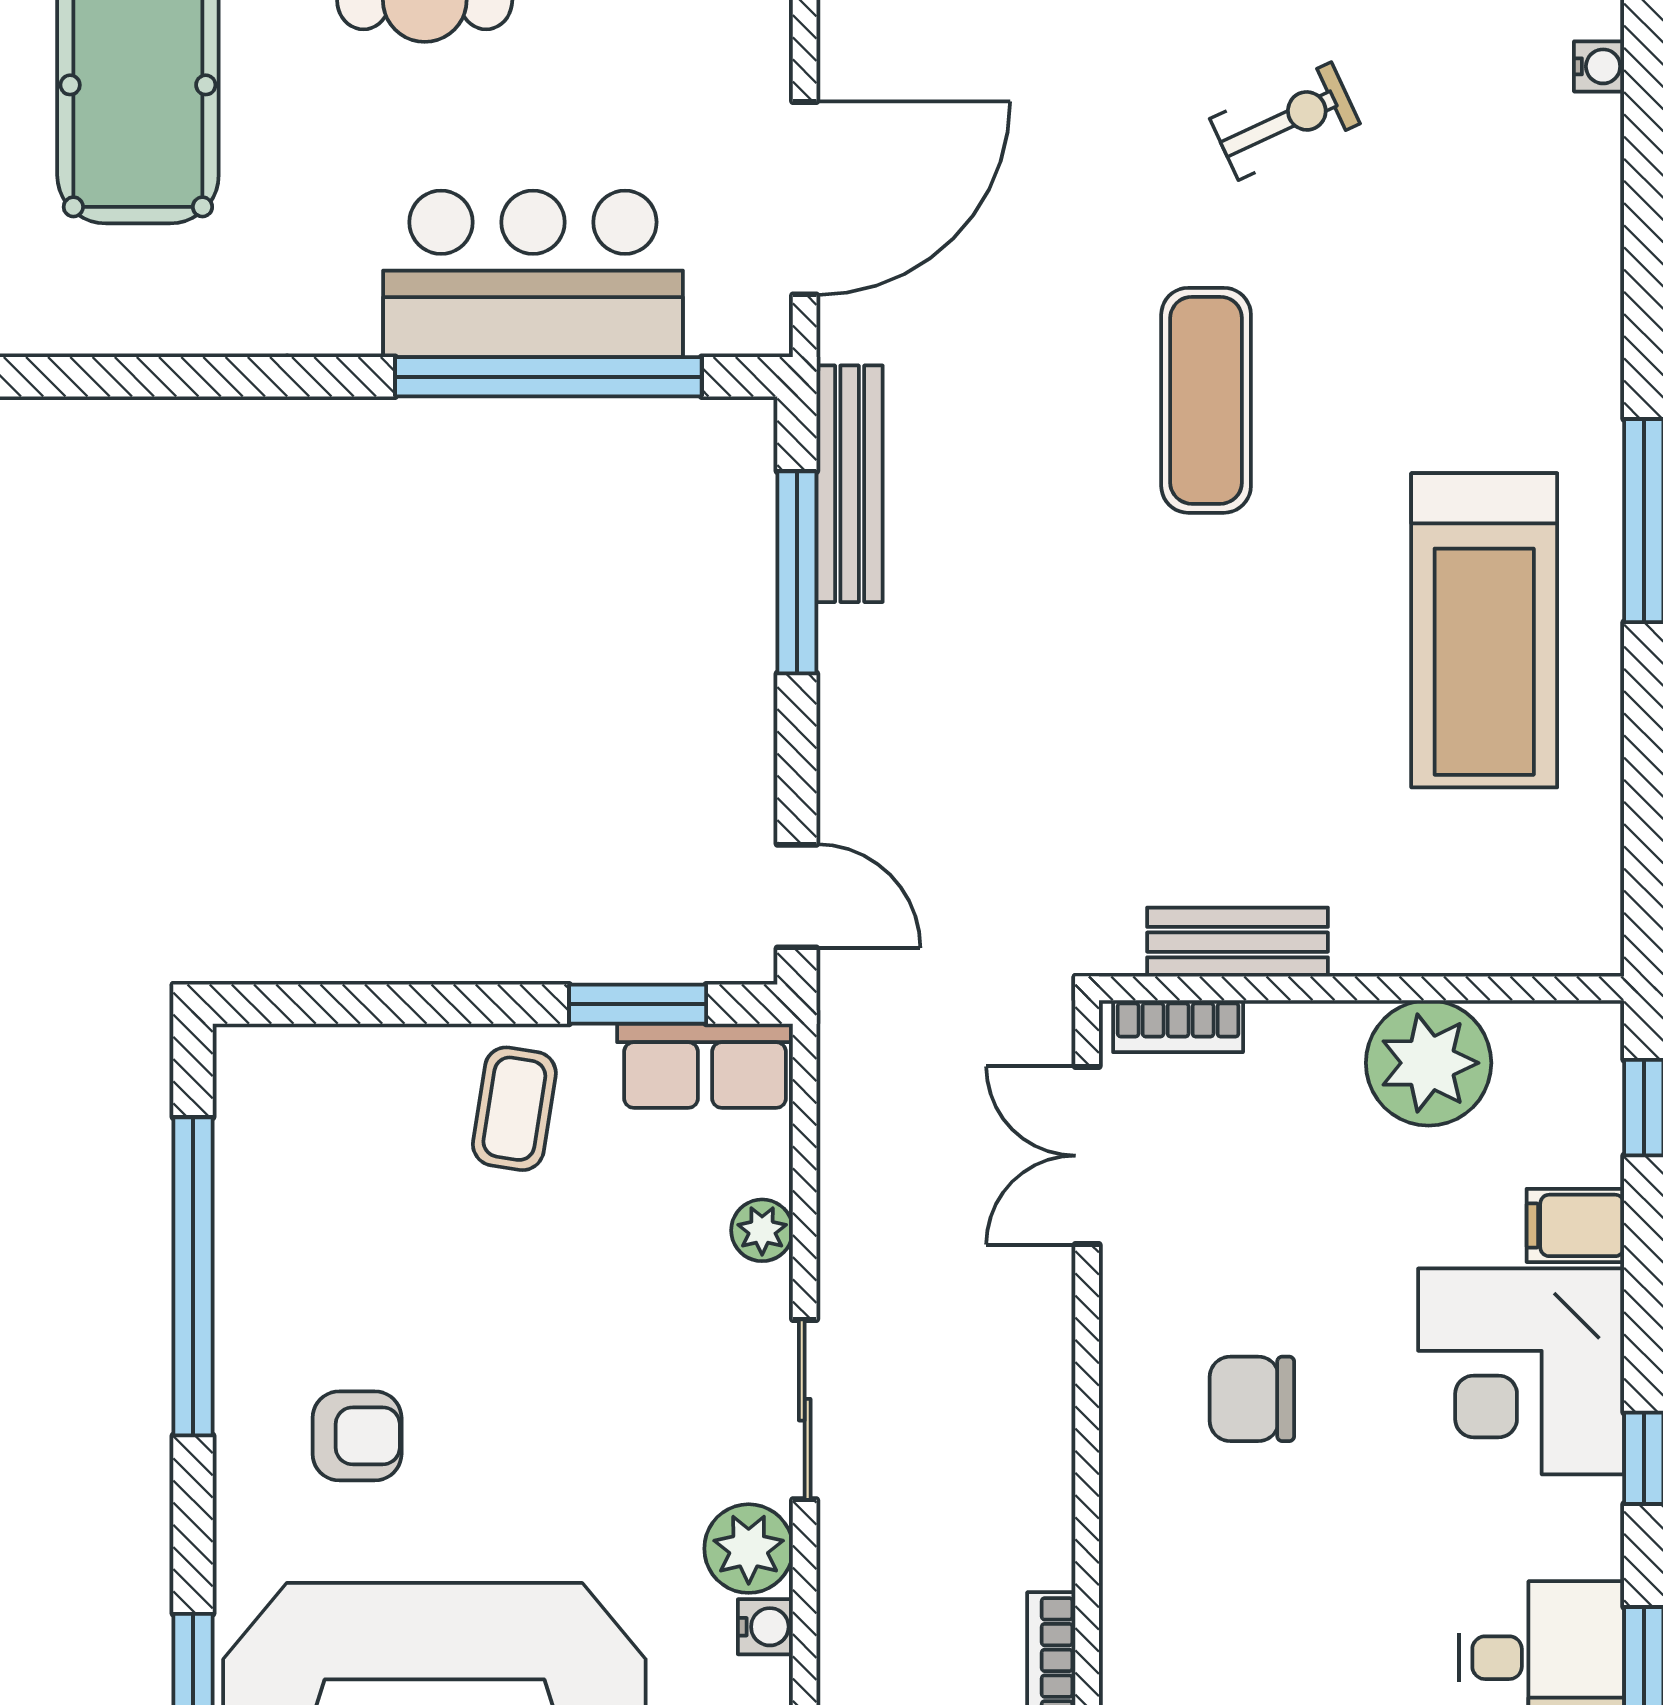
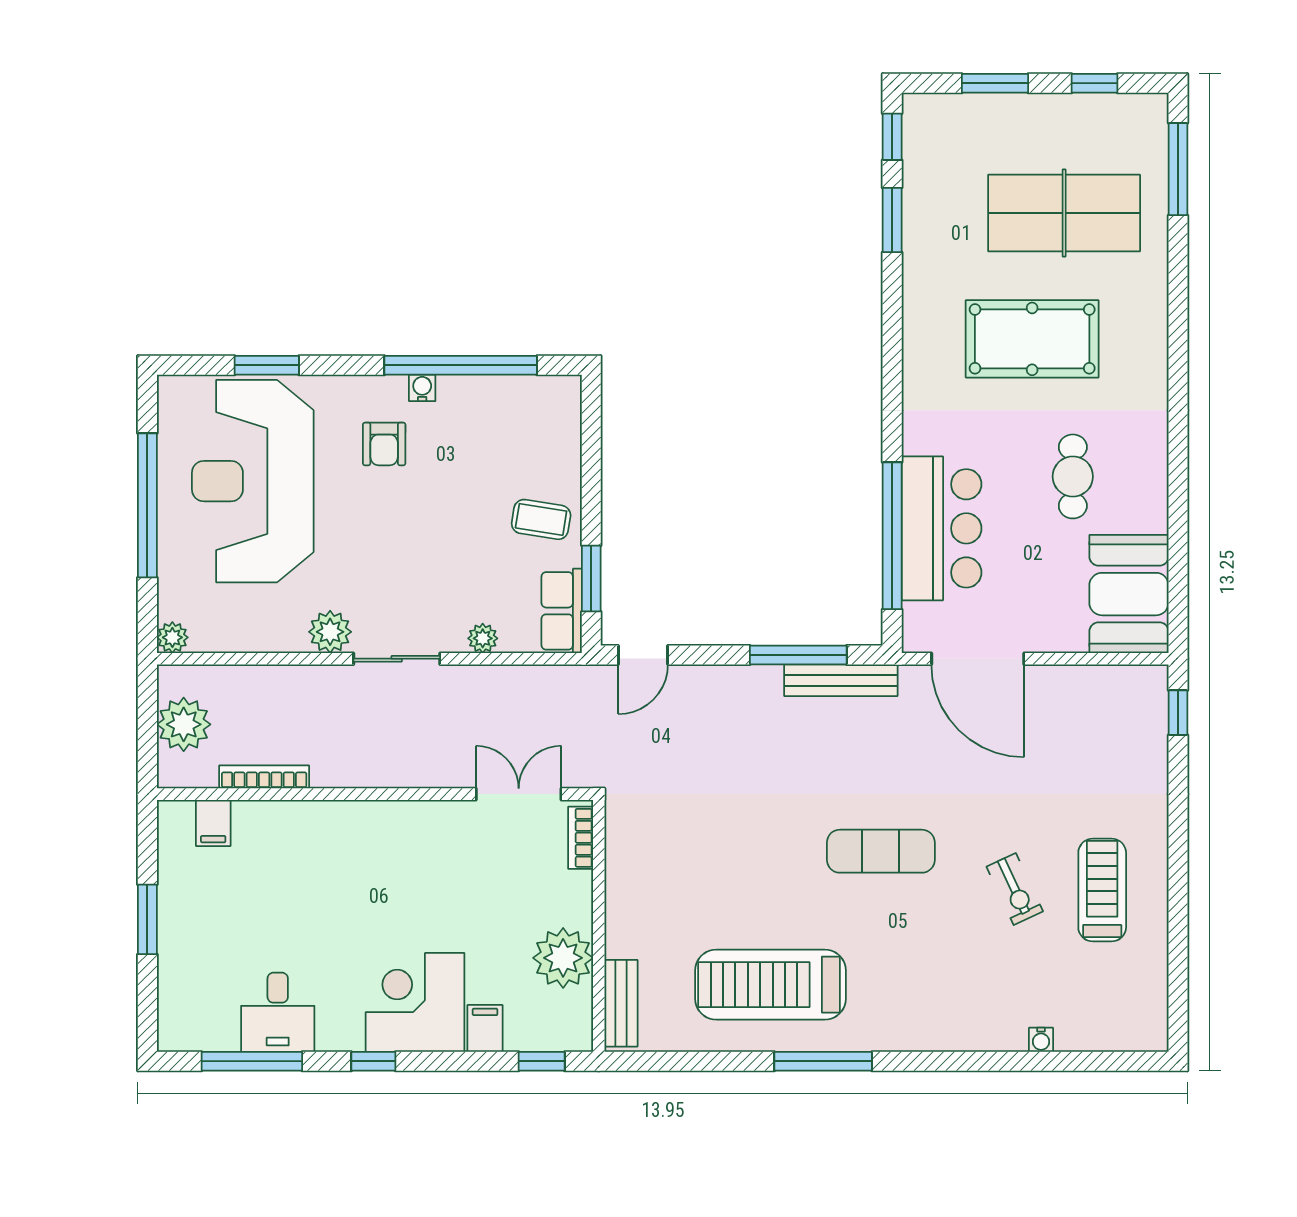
bench: (1238, 942) -> (621, 1003), moved
chair: (1252, 1399) -> (402, 873), removed
water cooler: (765, 1627) -> (422, 388), moved, turned 180

